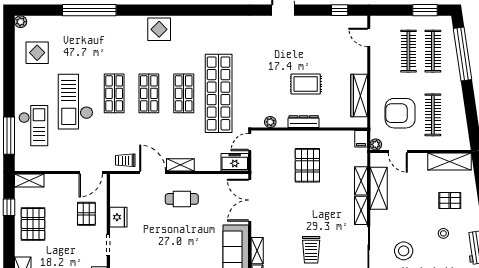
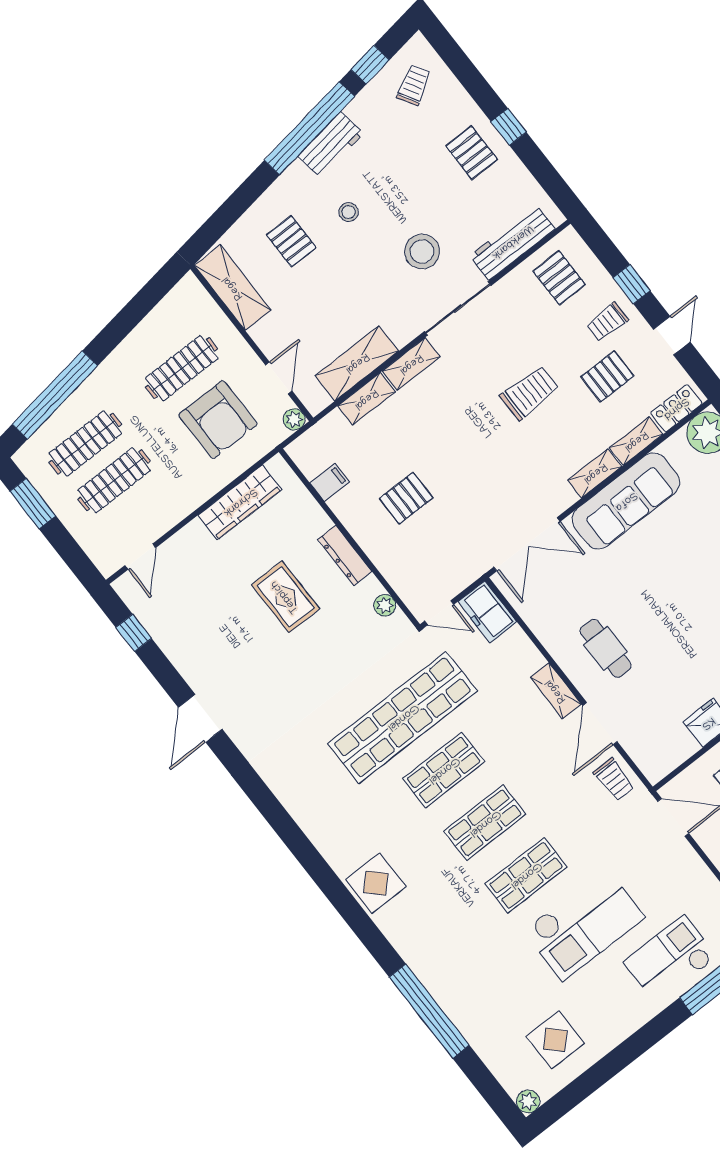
filing cabinet: (361, 139) -> (330, 482), moved
pallet: (307, 165) -> (406, 498), width x0.67, depth x0.71

